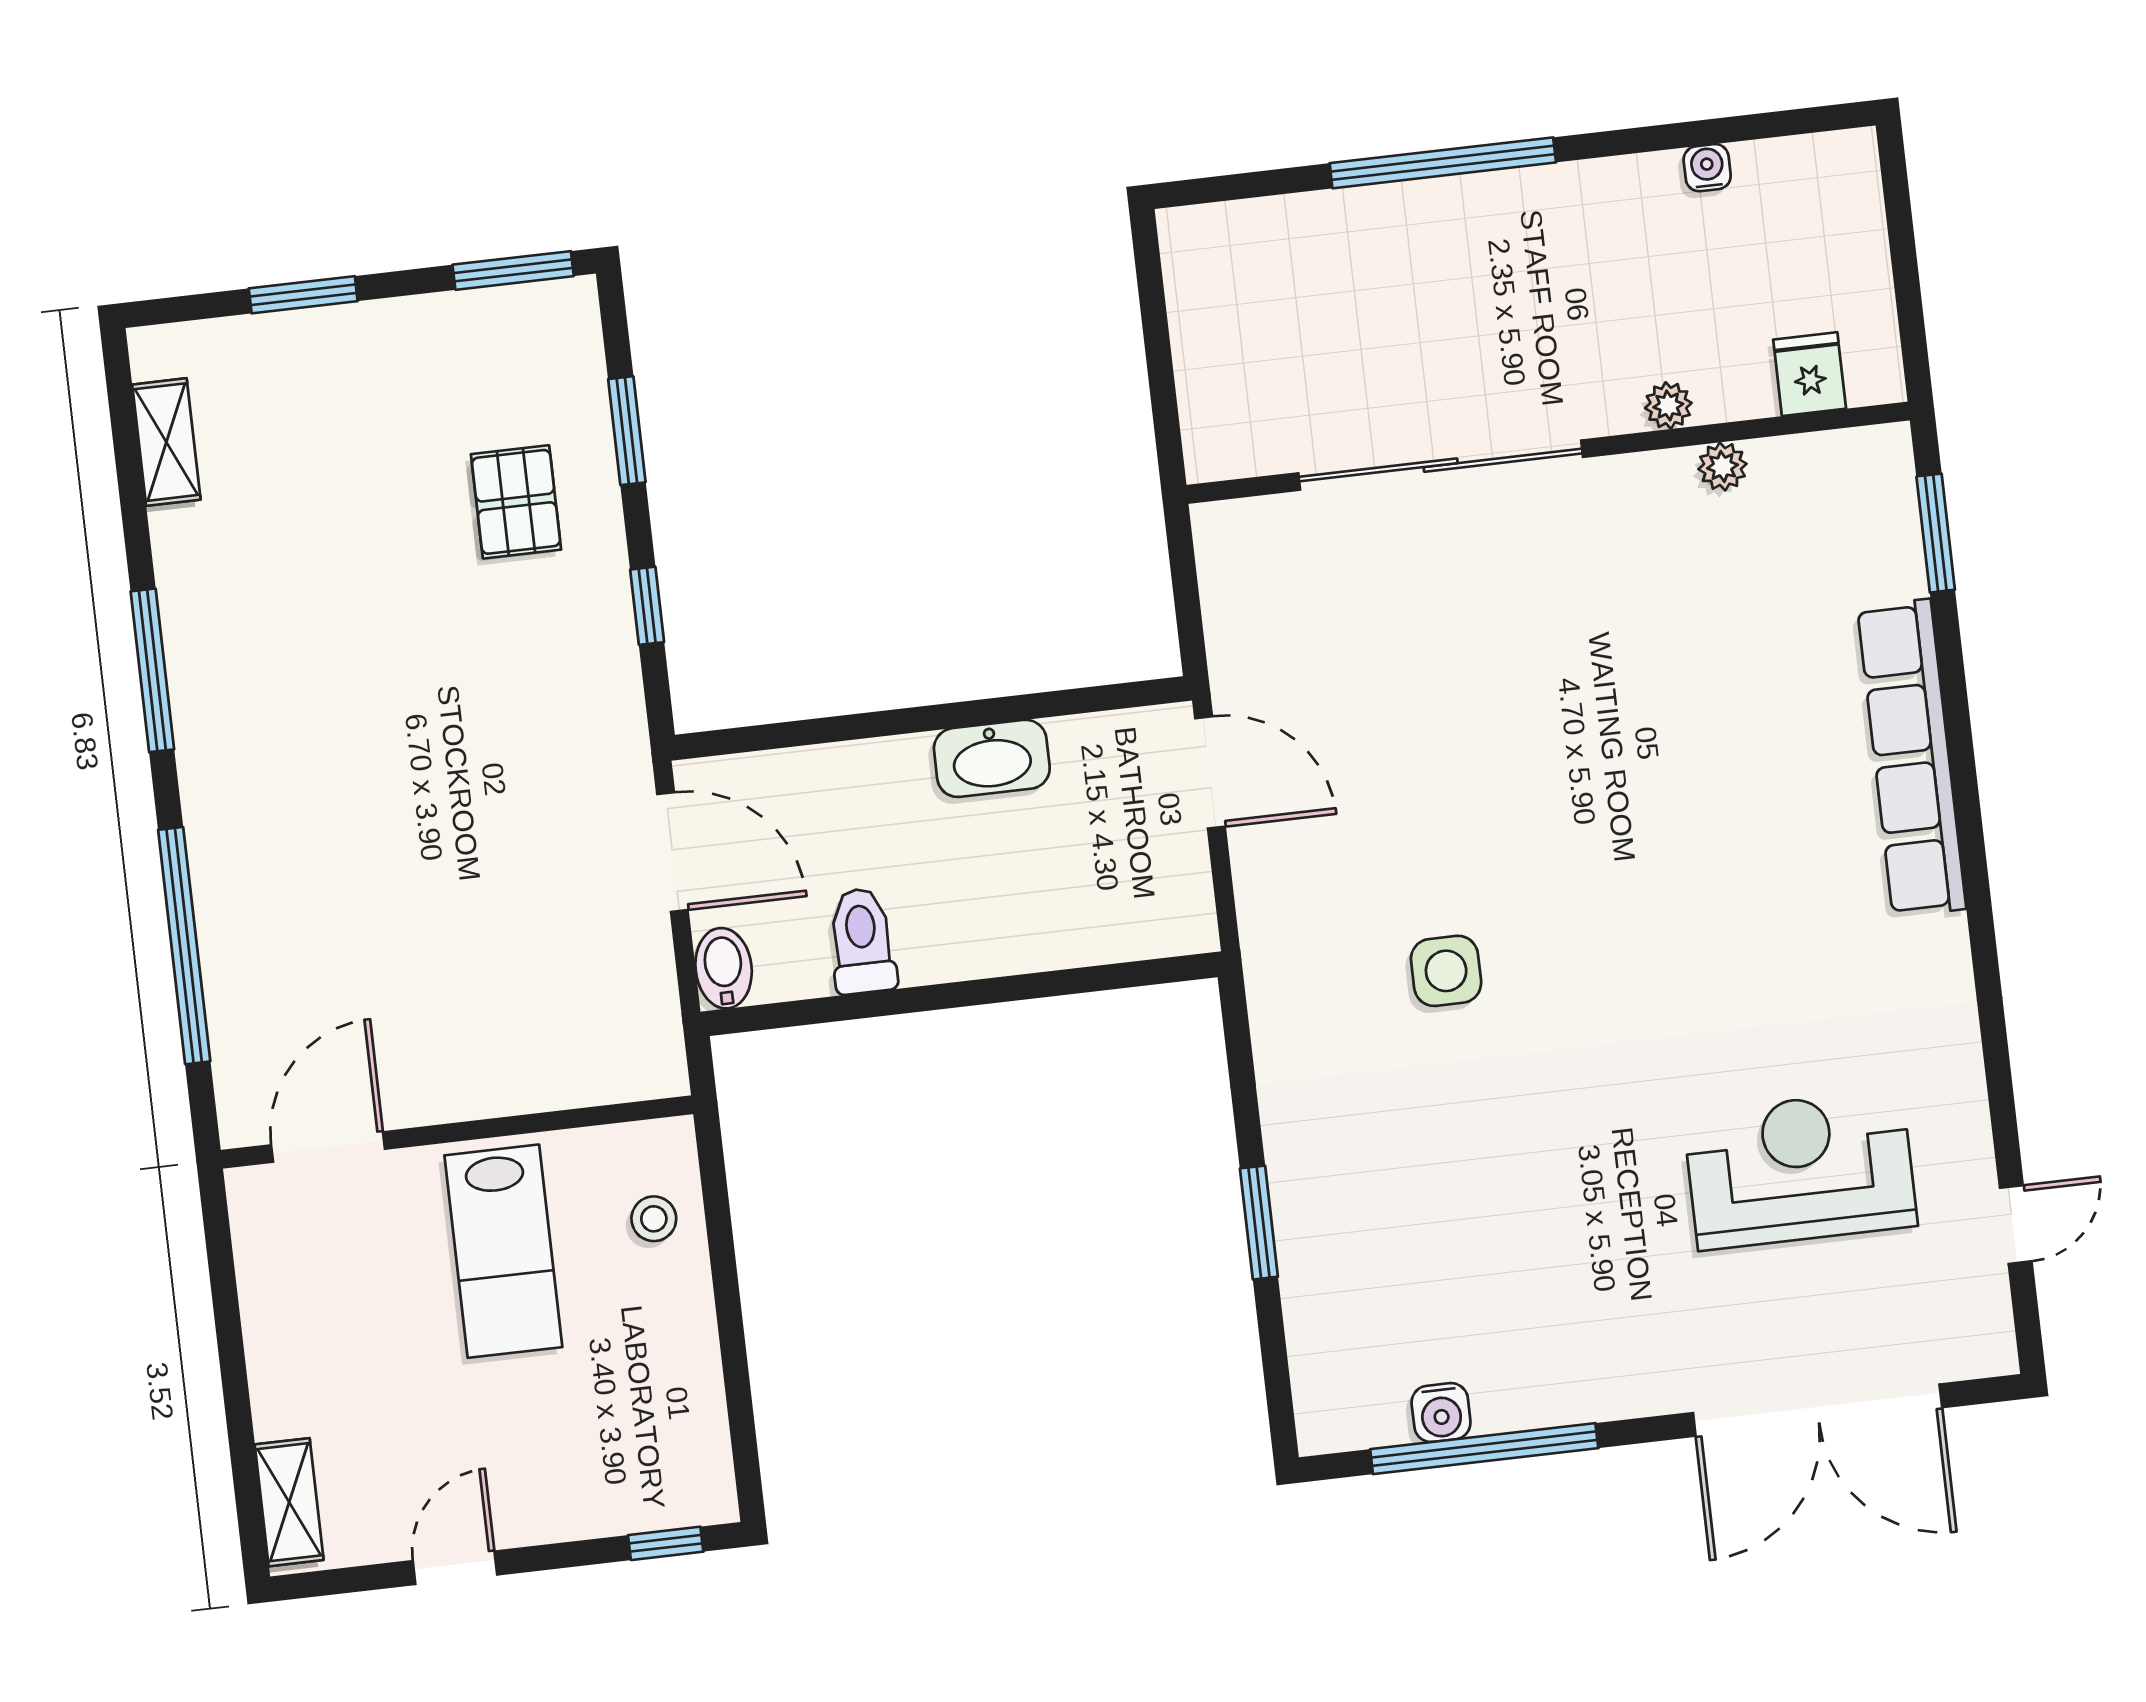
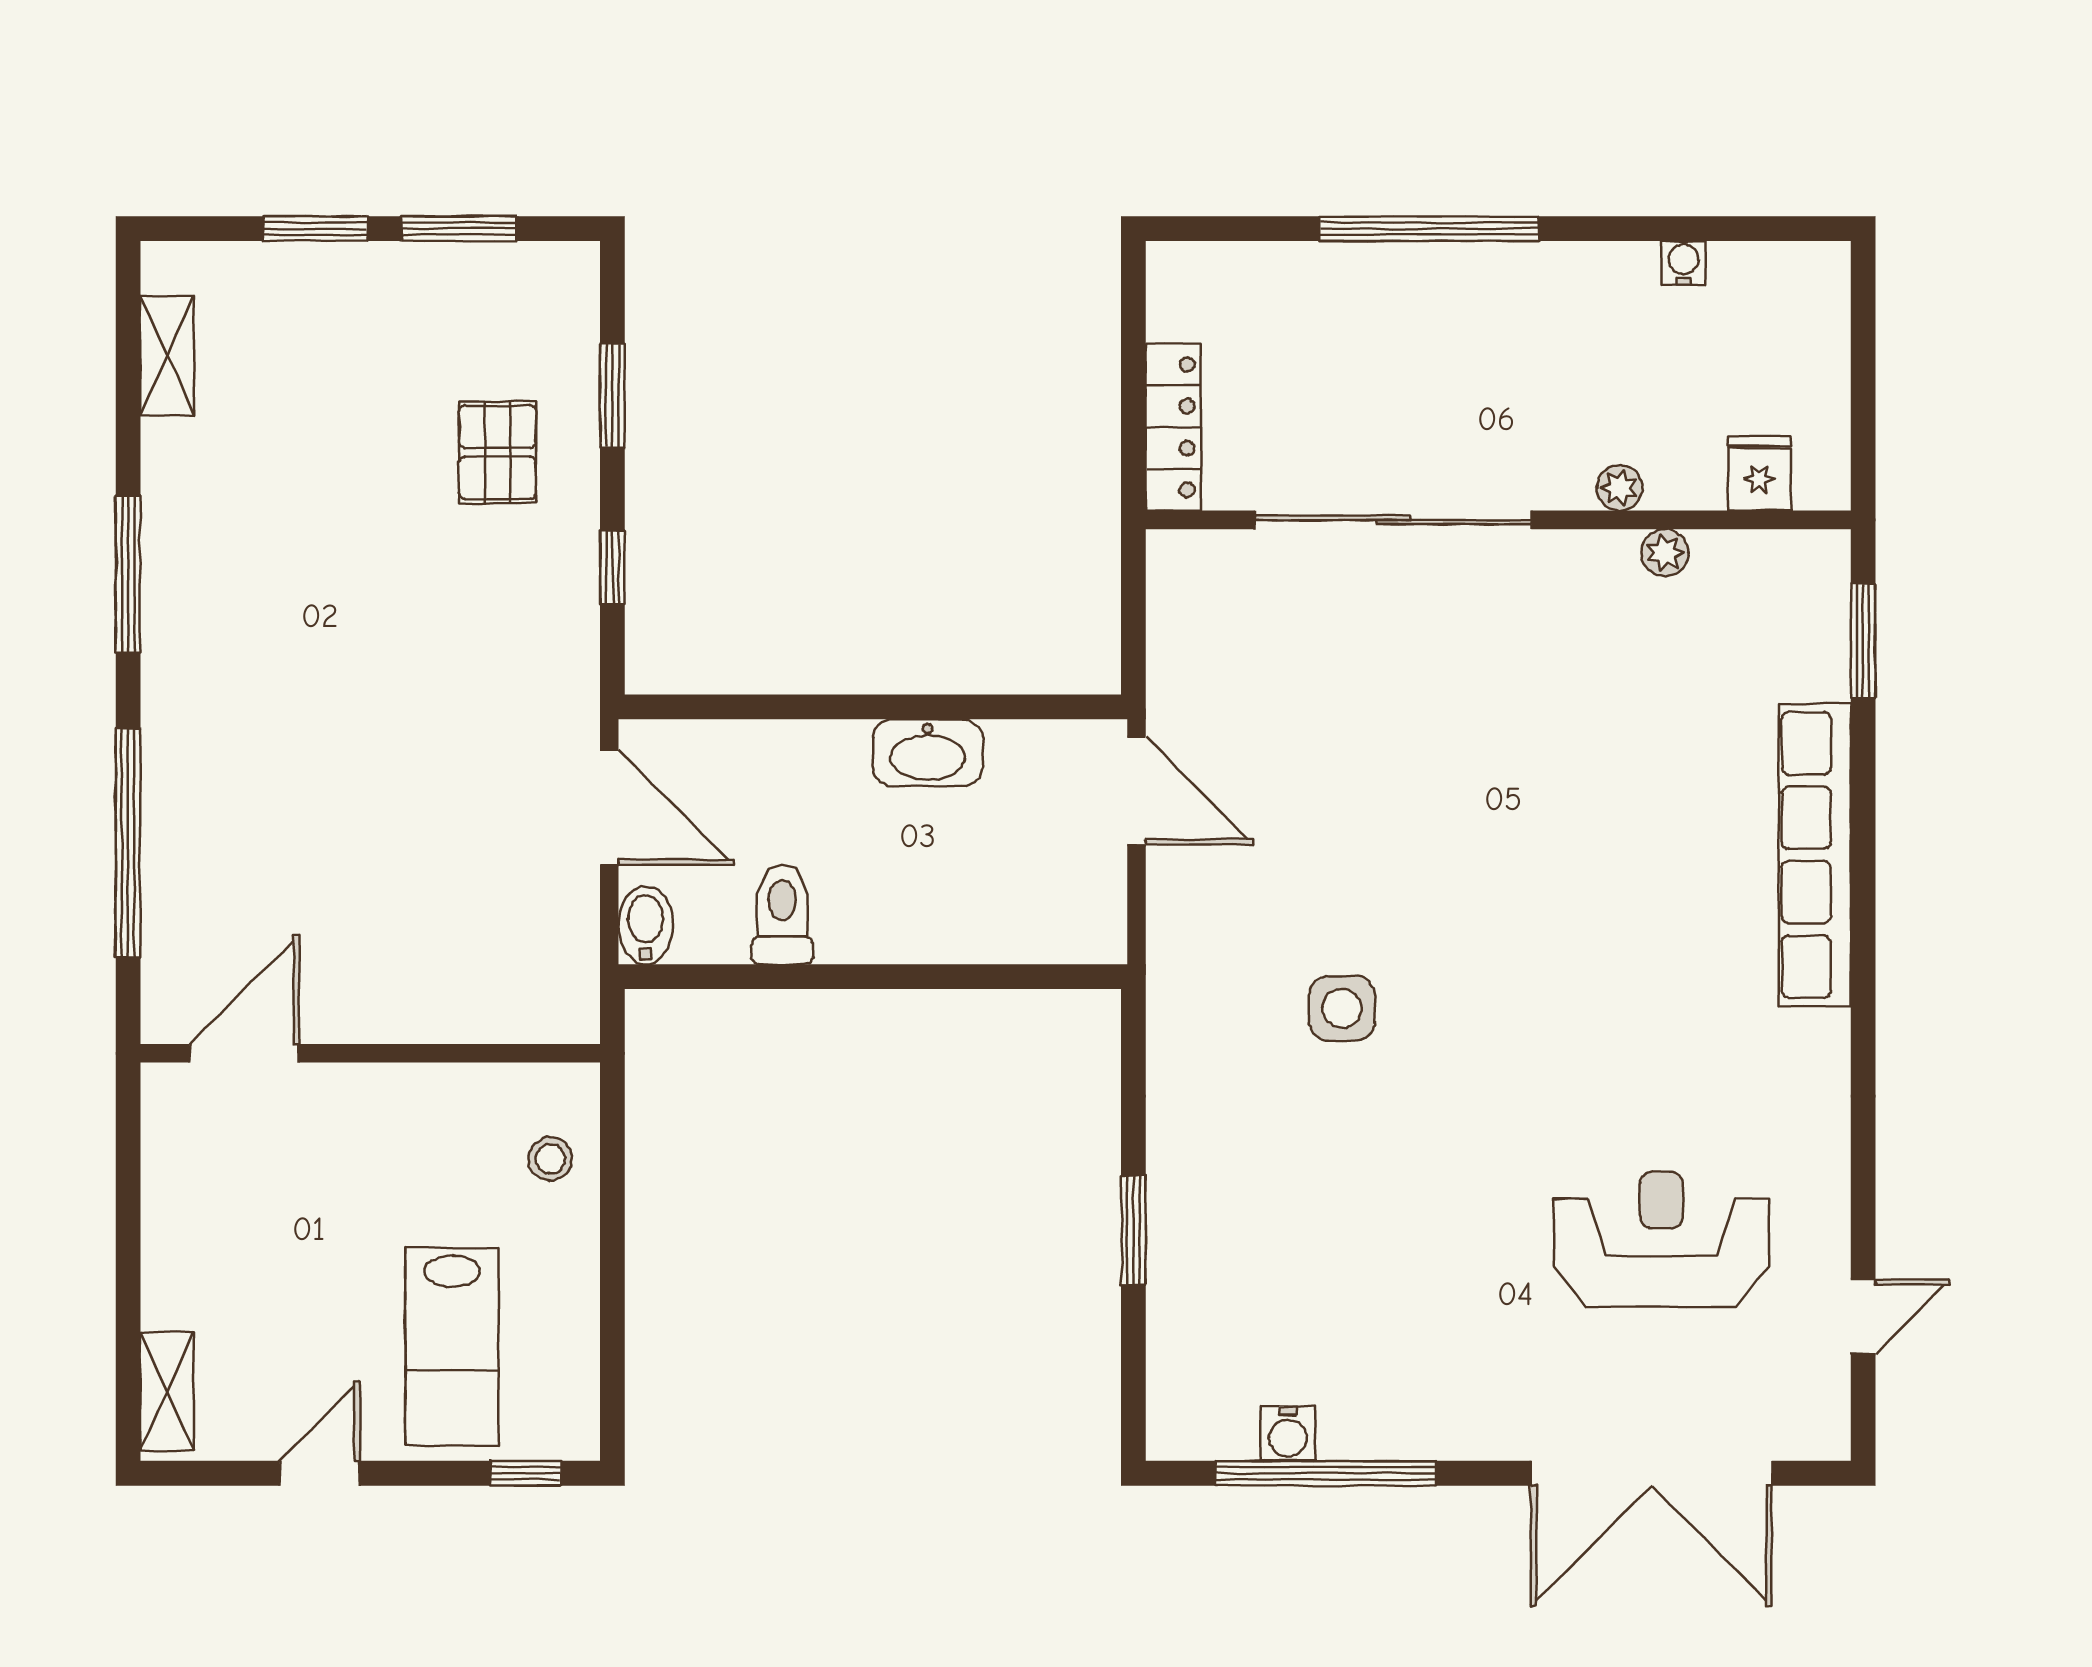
window: (513, 270) -> (459, 229), moved
locker: (1205, 396) -> (1173, 427), added
lab bench: (503, 1251) -> (452, 1346), moved

